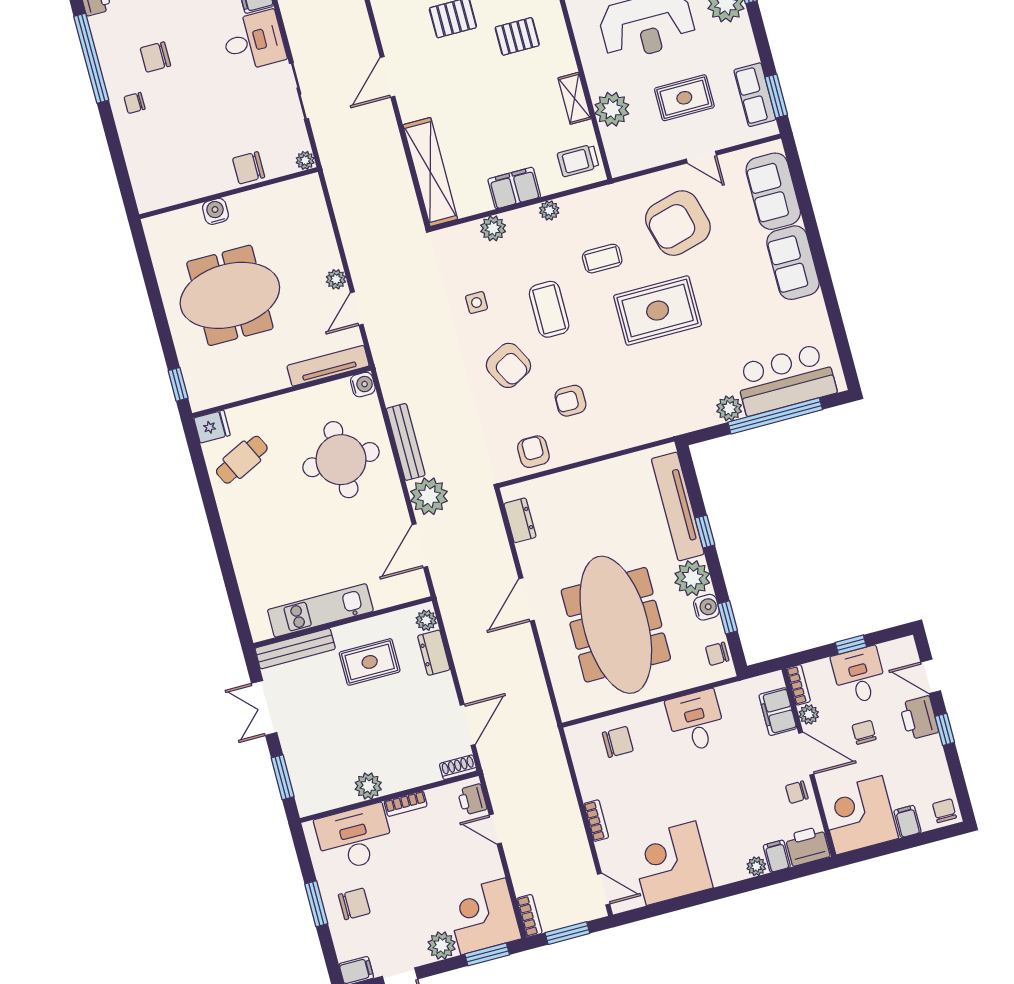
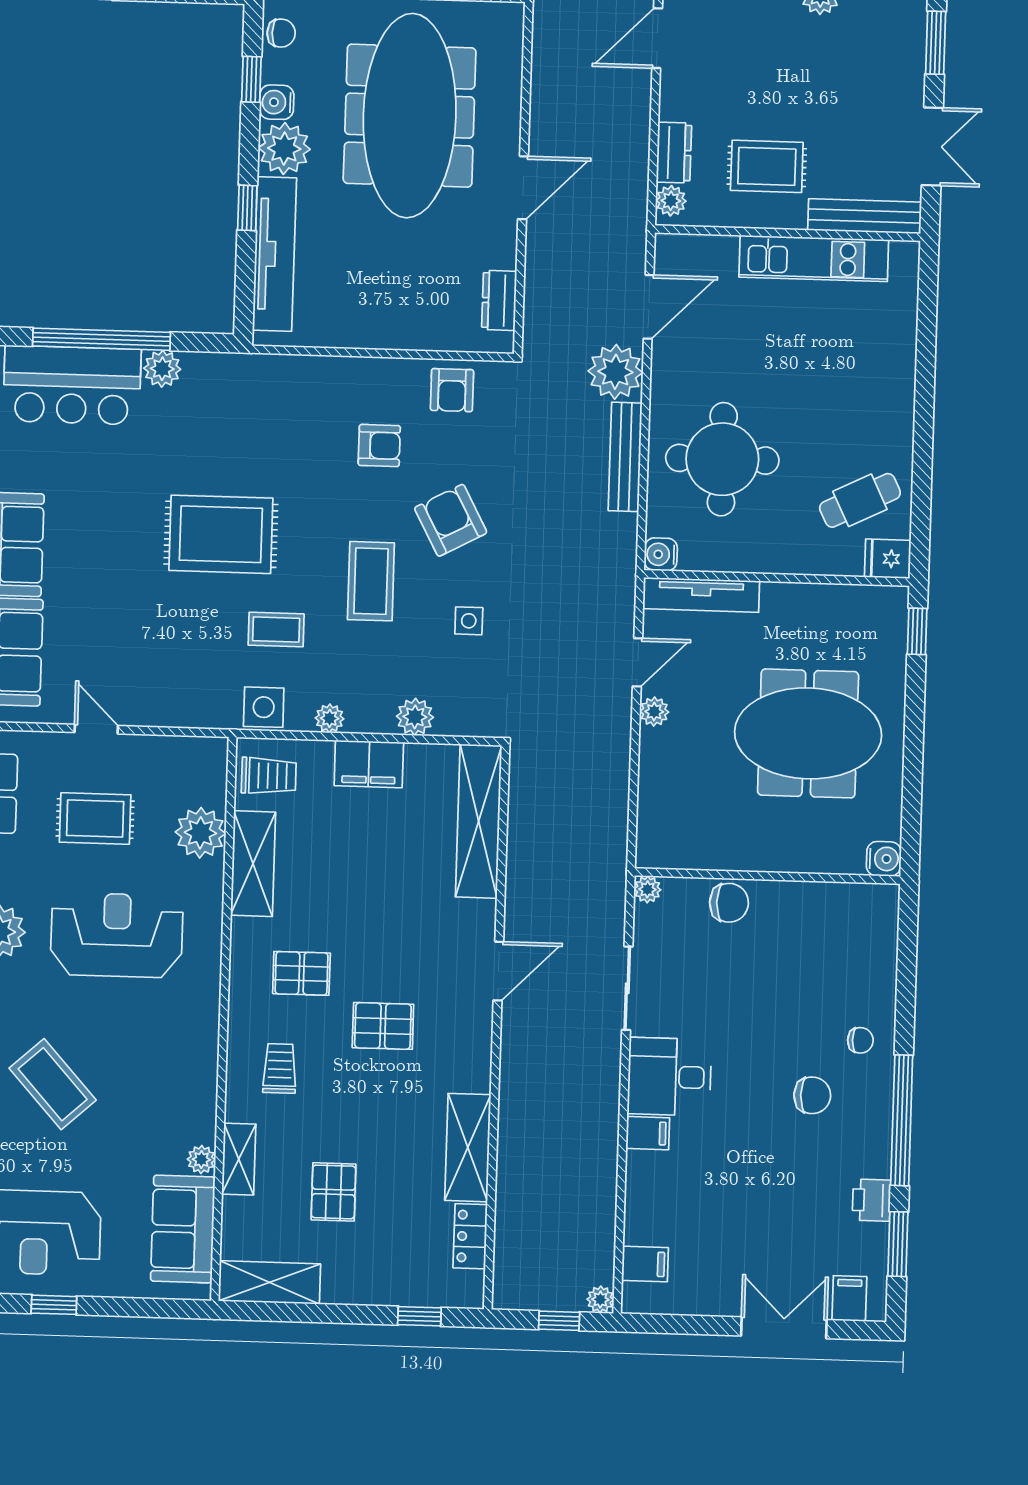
shelving: (574, 98) -> (253, 864), width x1.50, depth x1.33
side table: (595, 205) -> (264, 707), added
water cooler: (215, 211) -> (884, 859), moved, turned -90
armchair: (678, 223) -> (156, 647), removed

